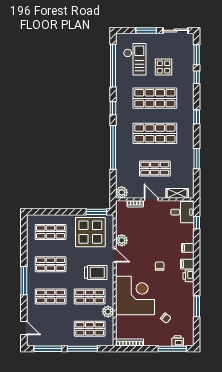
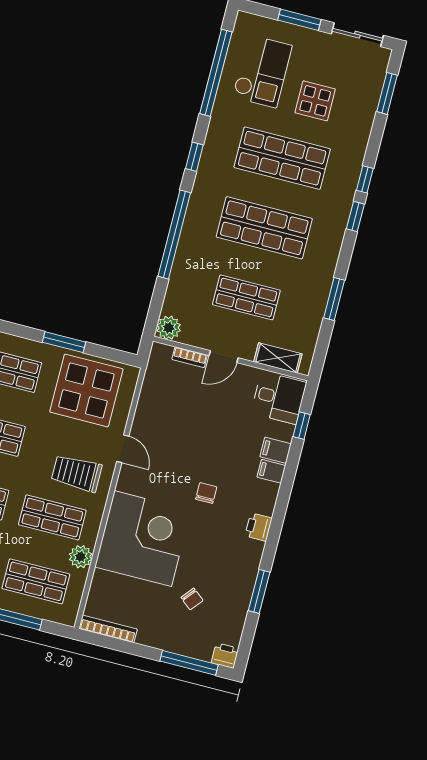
window: (197, 77) -> (365, 179), moved
door: (151, 199) -> (224, 357), swing flipped
window: (96, 212) -> (64, 342), moved
plant: (122, 240) -> (144, 423), removed
filing cabinet: (187, 264) -> (276, 450), moved
trolley: (96, 273) -> (77, 473), turned 180
printer: (178, 341) -> (225, 656), moved

